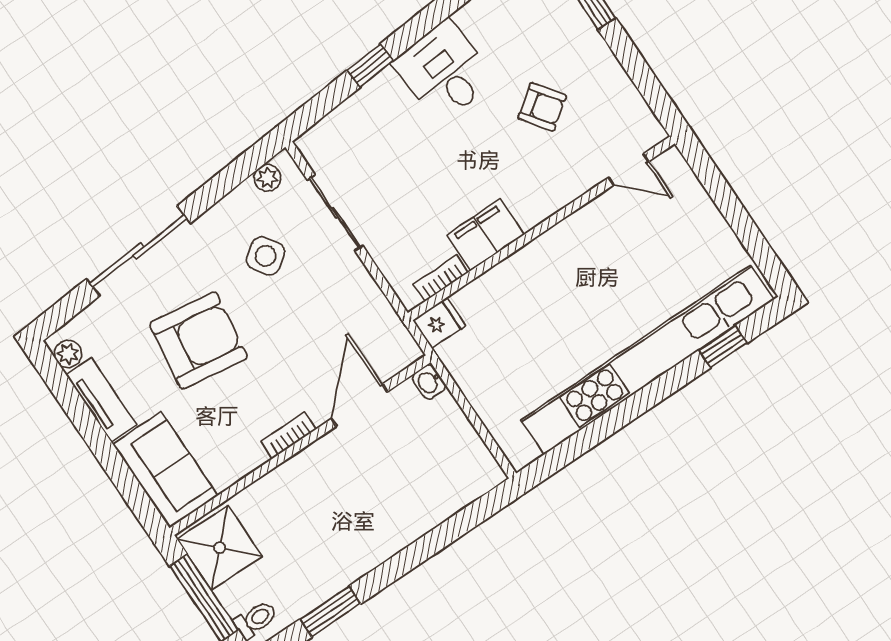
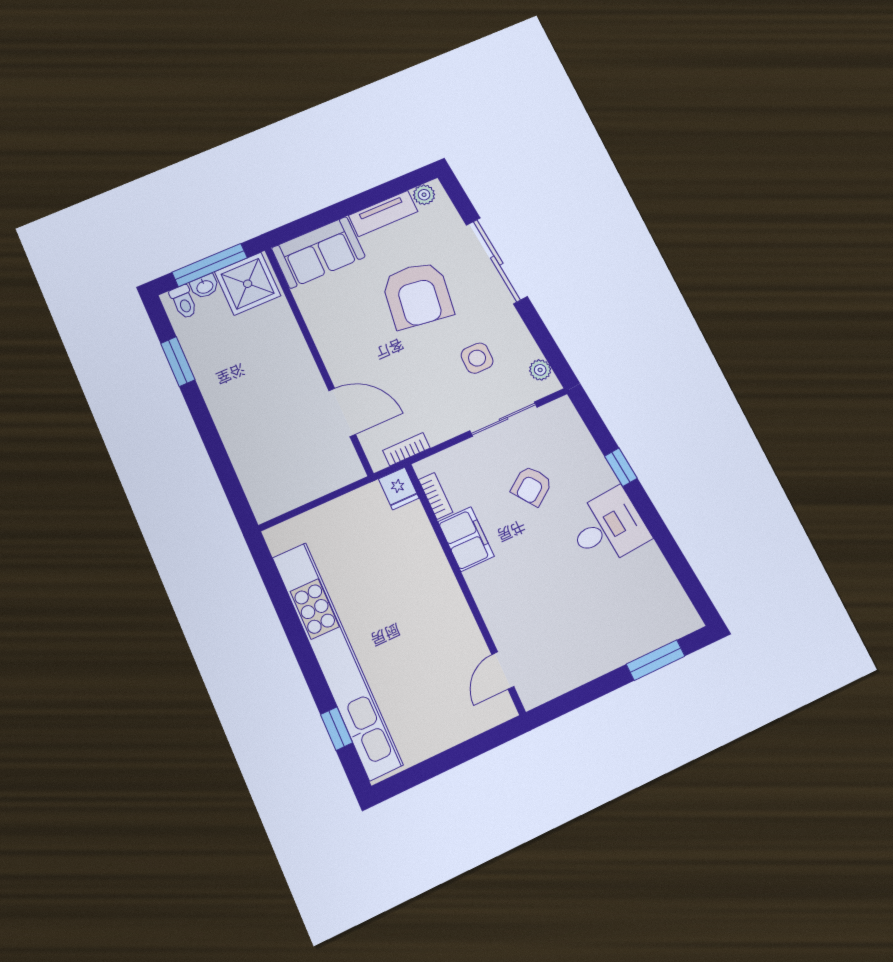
armchair: (542, 107) -> (532, 486), moved
side table: (266, 256) -> (477, 358), turned 34
washbasin: (429, 382) -> (205, 286), moved, turned 180
bookcase: (288, 435) -> (406, 449), moved, turned -90

